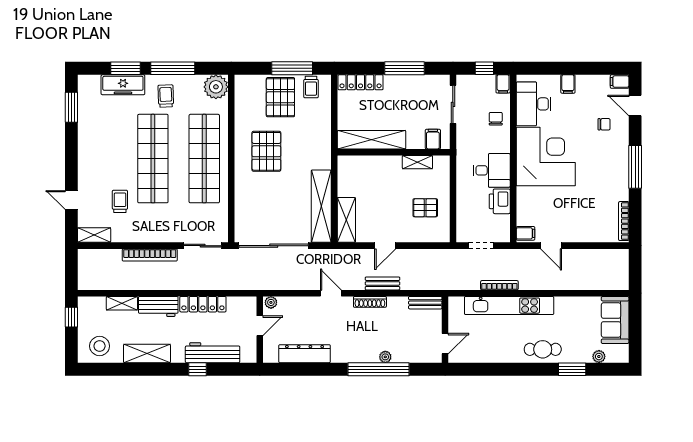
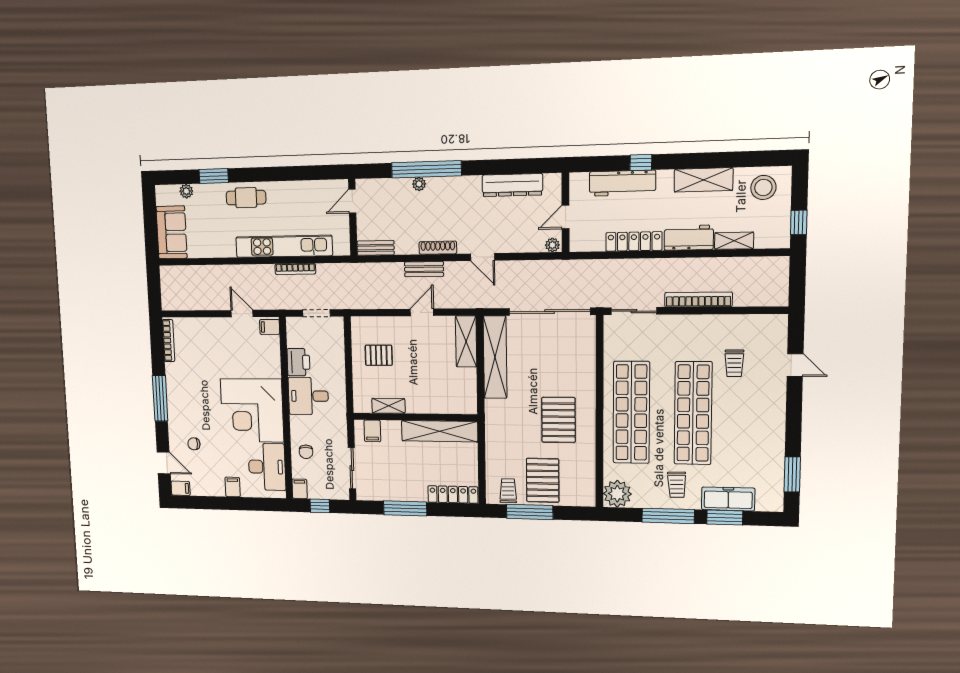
shelving: (94, 235) -> (767, 323), removed

